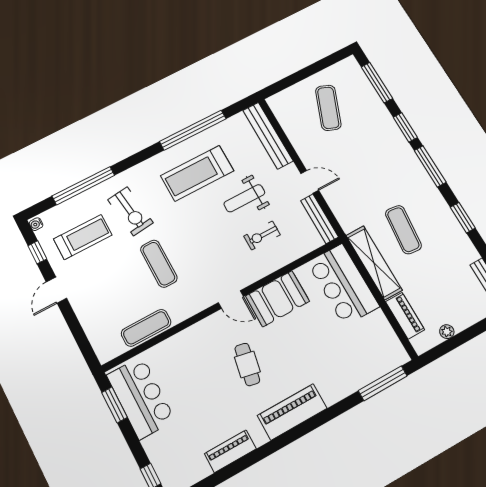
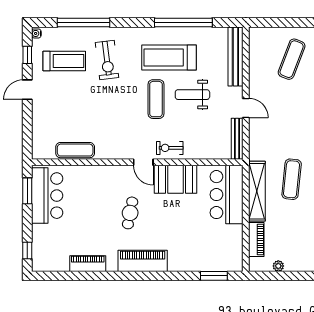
exercise bike: (262, 235) -> (170, 148), moved
exercise mat: (159, 264) -> (156, 99), moved
window: (383, 383) -> (214, 276), width x0.69

